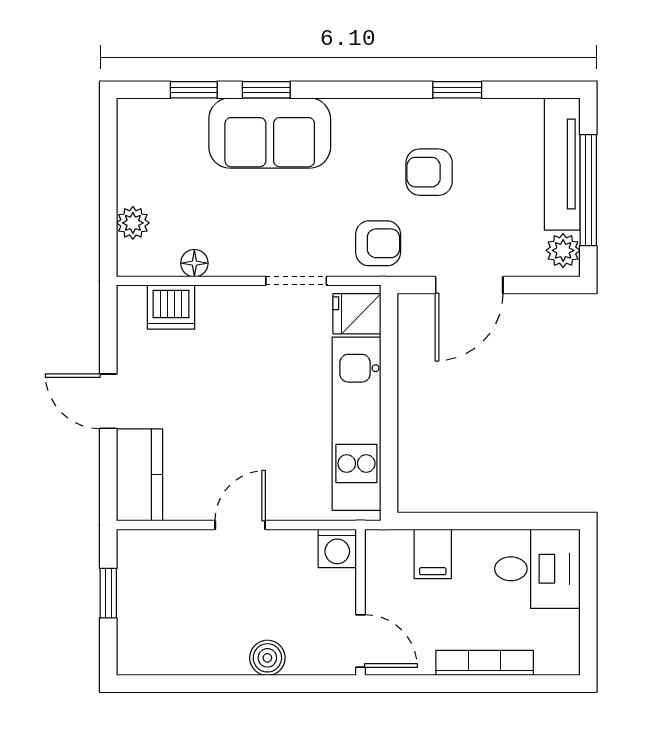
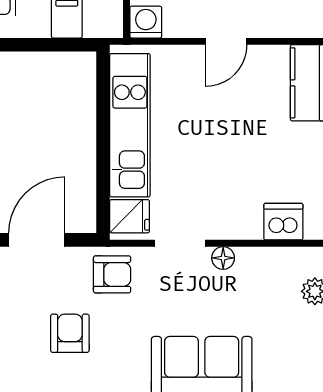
armchair: (429, 172) -> (70, 333), turned -90
armchair: (378, 243) -> (112, 274), turned 180
floor lamp: (194, 263) -> (223, 258), moved

